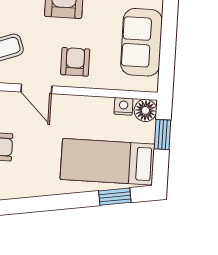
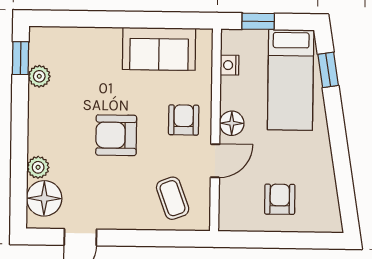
armchair: (75, 62) -> (184, 120), turned 90
floor lamp: (145, 110) -> (232, 123), moved

